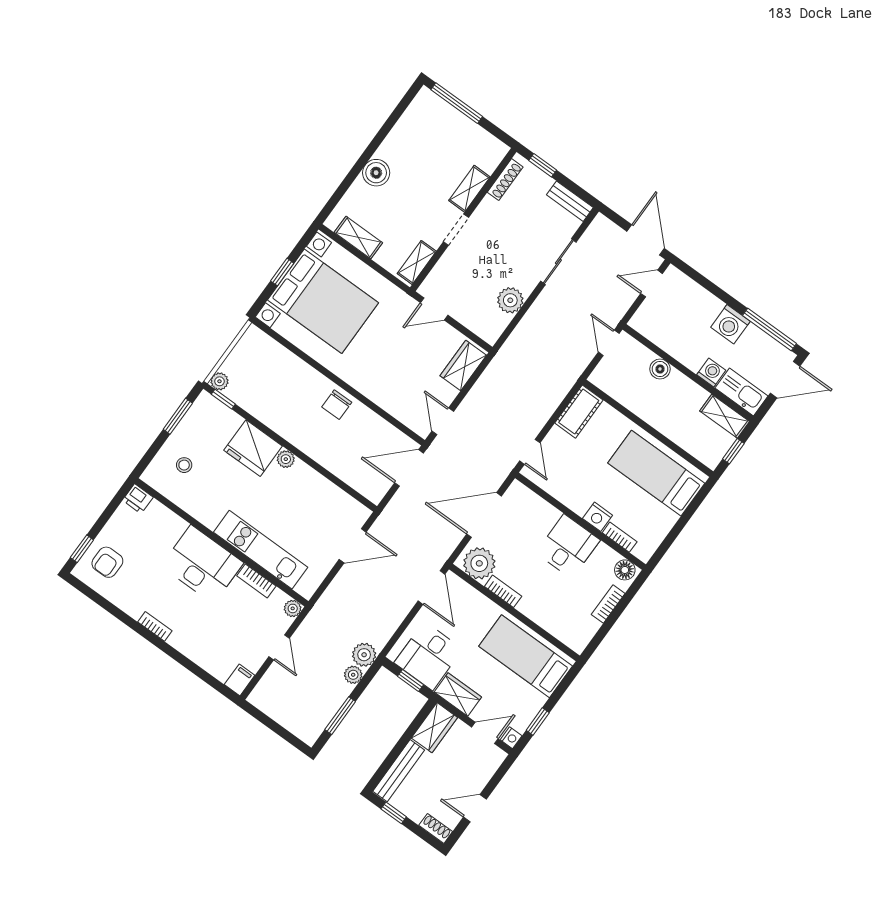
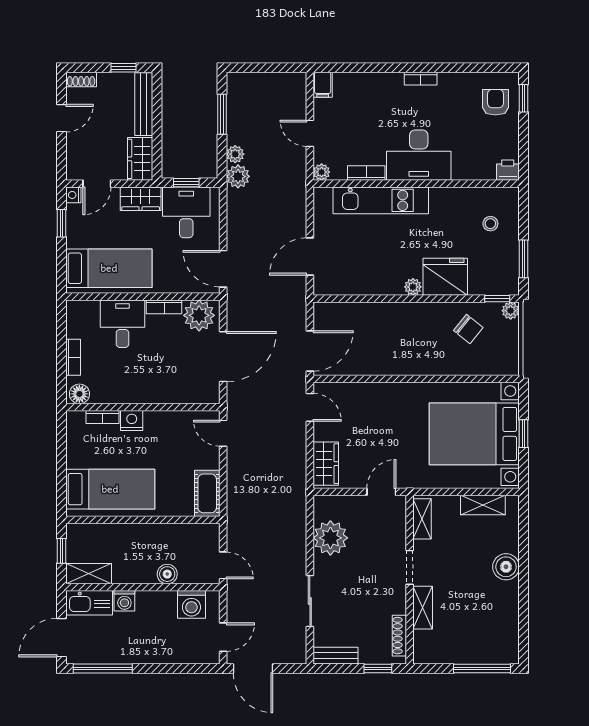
plant: (510, 300) -> (330, 538), width x1.36, depth x1.36
washing machine: (730, 324) -> (191, 604), moved, turned 180
chair: (337, 405) -> (468, 329), moved, turned 129
desk: (568, 546) -> (123, 324), moved, turned 180

